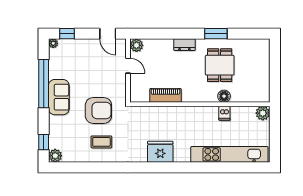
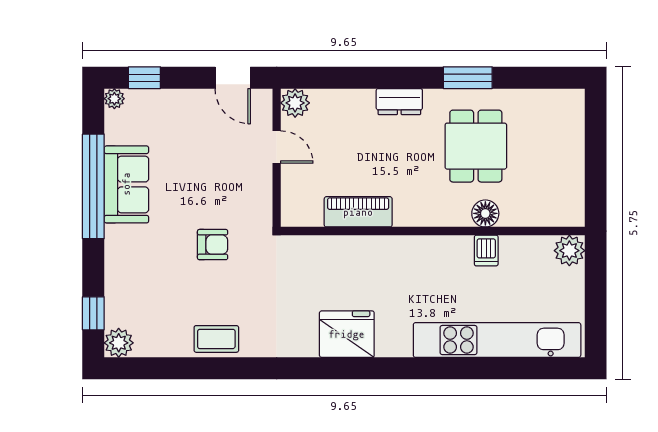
sofa: (59, 97) -> (126, 184), moved
armchair: (98, 110) -> (213, 245), width x0.53, depth x0.53
coffee table: (101, 142) -> (216, 339), moved

